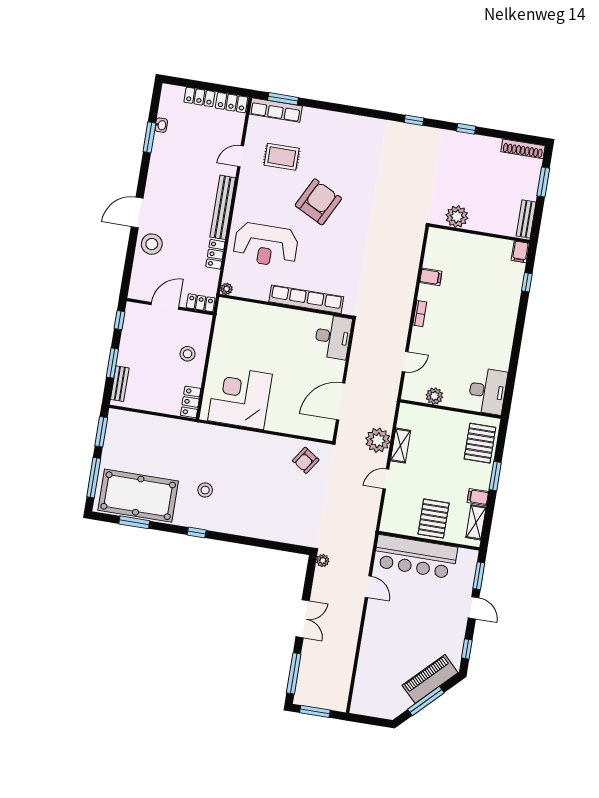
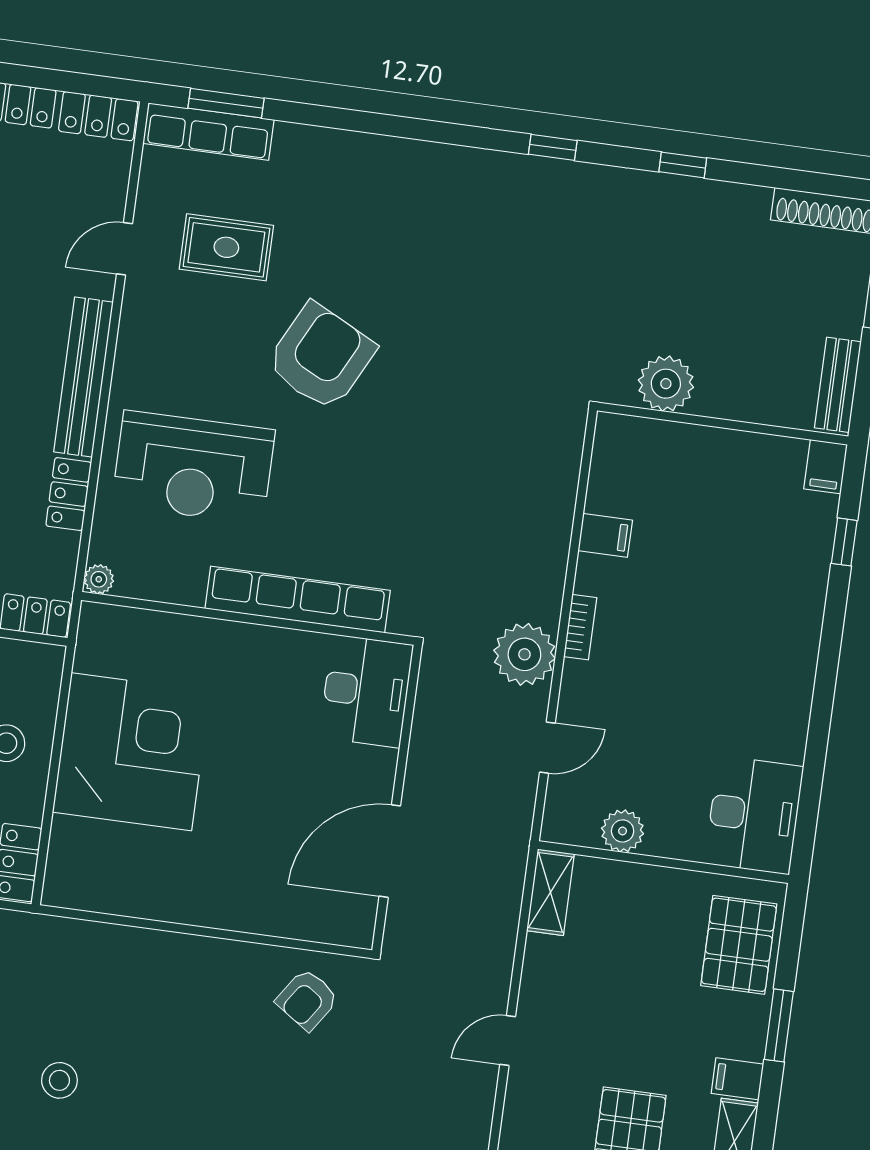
corner desk: (240, 397) -> (131, 752), moved, turned 90
plant: (378, 440) -> (524, 654), moved
shelving: (401, 446) -> (550, 892), moved

